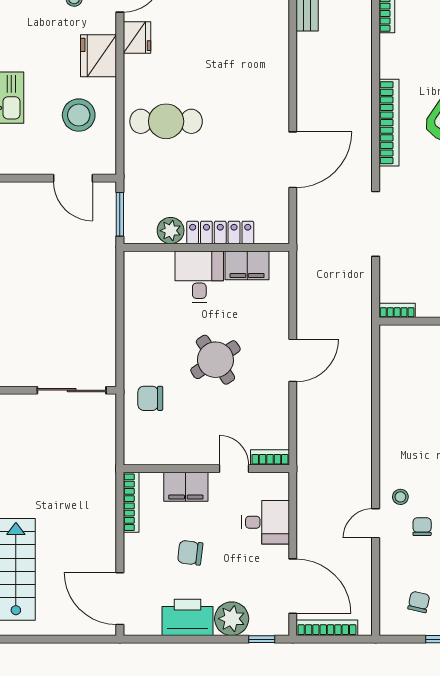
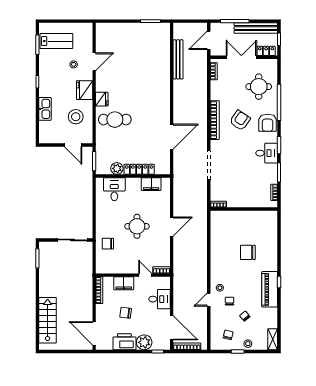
fridge: (137, 37) -> (102, 99), moved
desk: (199, 277) -> (114, 189), moved
round table: (215, 360) -> (137, 226), turned 34

